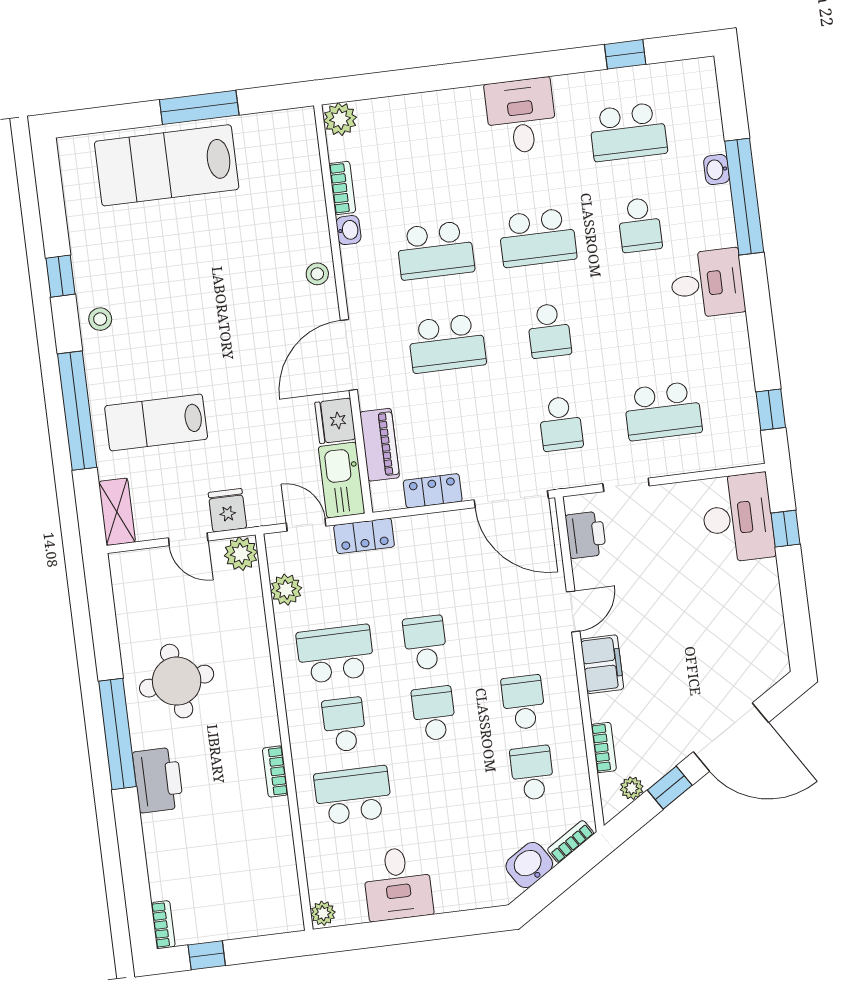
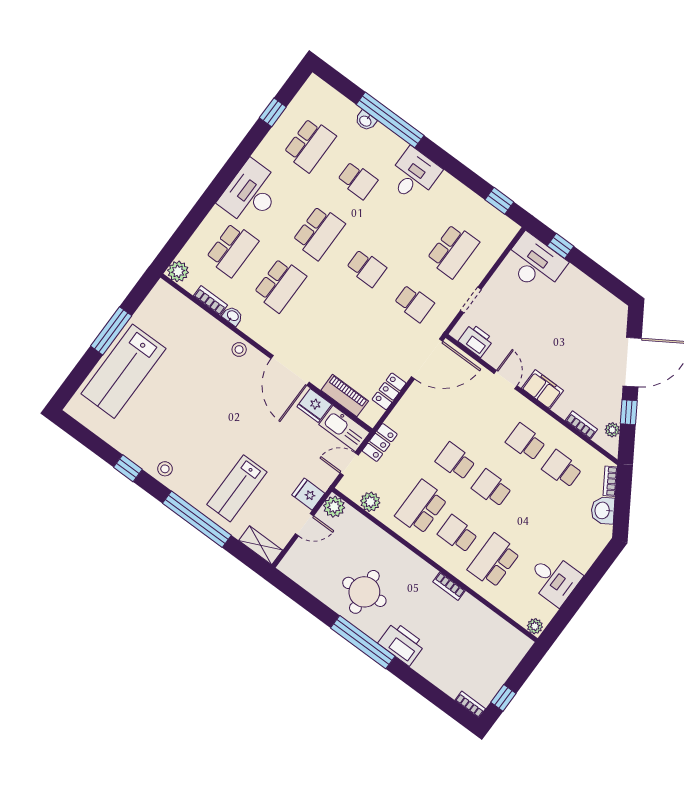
desk: (521, 116) -> (251, 193), width x1.37
school desk: (447, 343) -> (232, 250), moved

